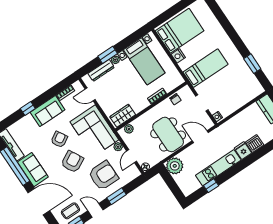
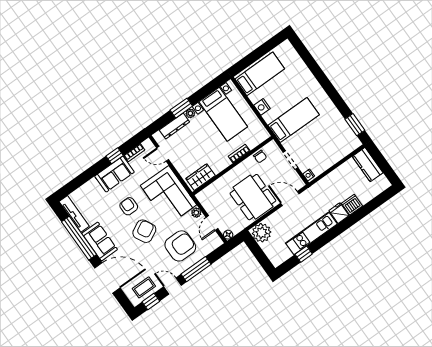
bed: (180, 31) -> (260, 74), width x0.67
window: (252, 64) -> (355, 125), moved
window: (28, 109) -> (115, 156), moved
plant: (129, 129) -> (208, 192), removed
armchair: (59, 139) -> (129, 206), turned -59
window: (117, 196) -> (196, 269), width x1.44

